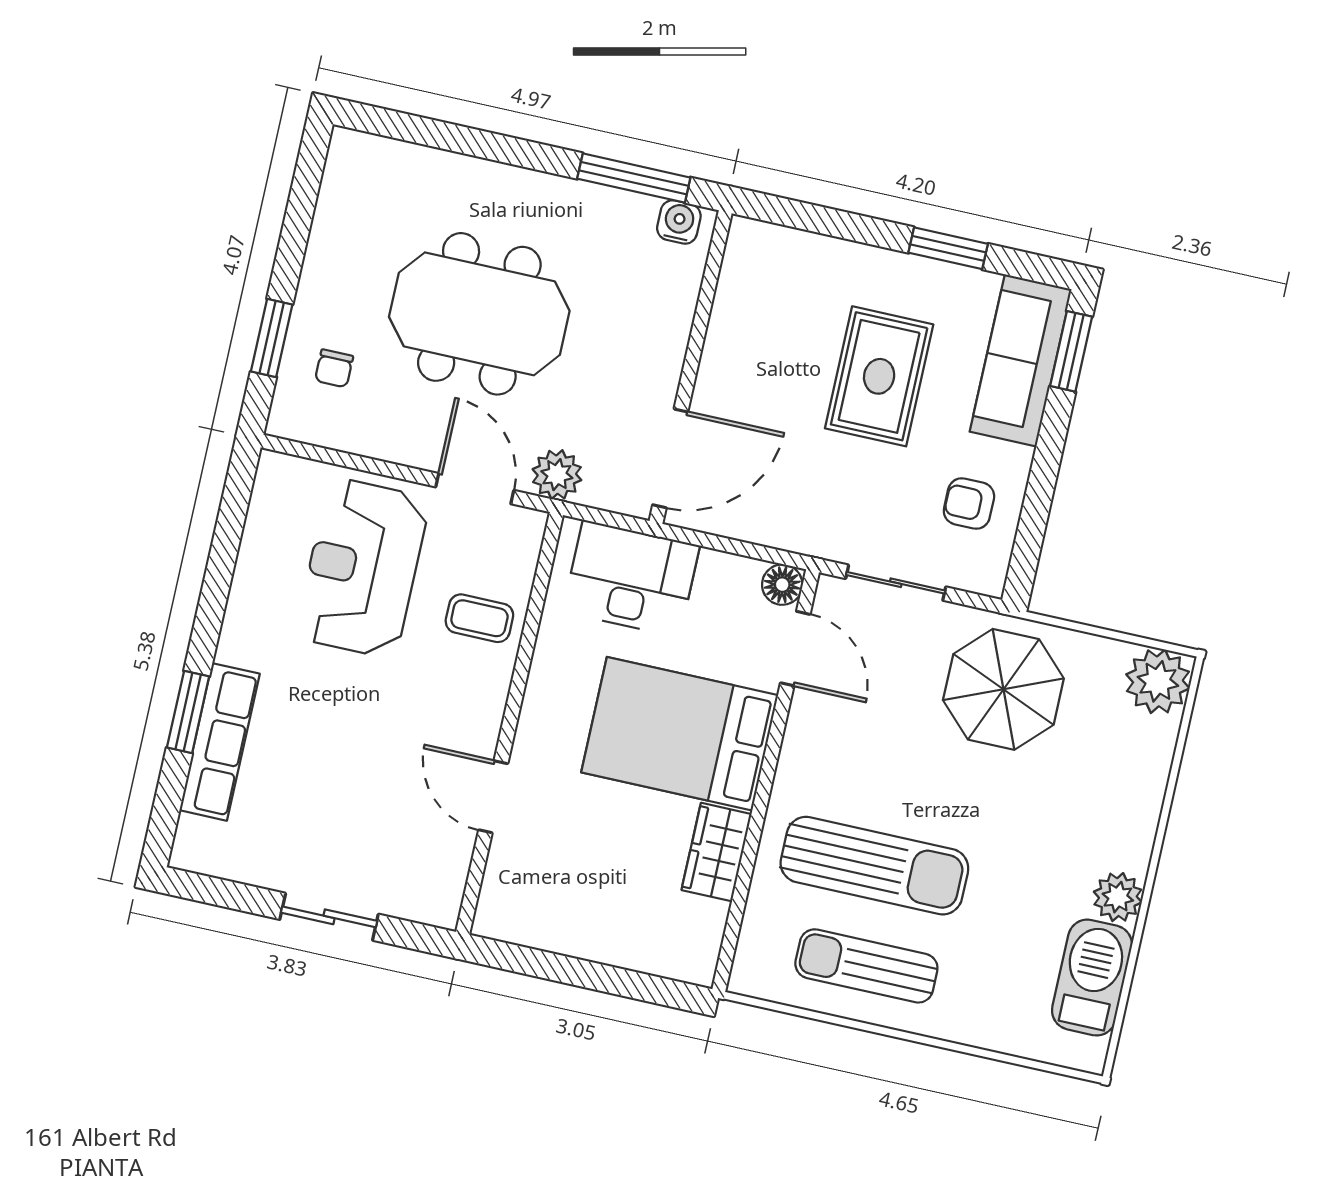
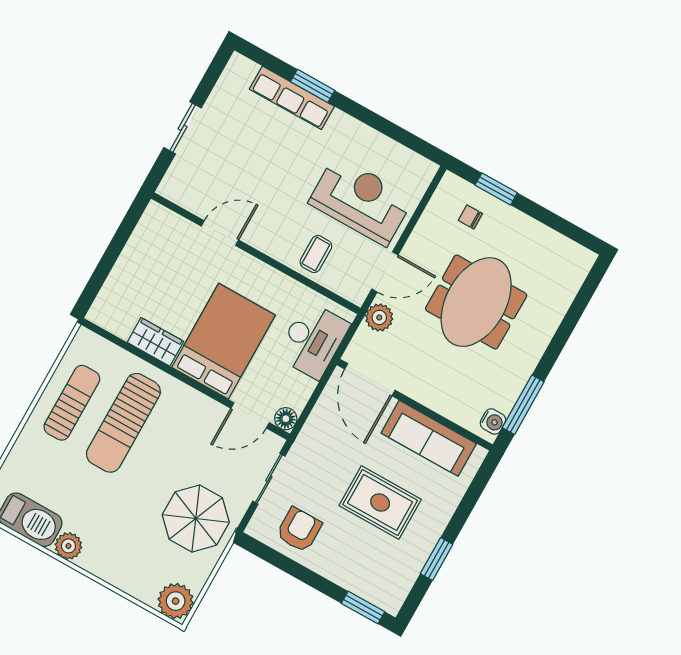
sofa: (1021, 360) -> (429, 438), moved, turned 180
armchair: (969, 503) -> (299, 530), width x1.38, depth x1.38

